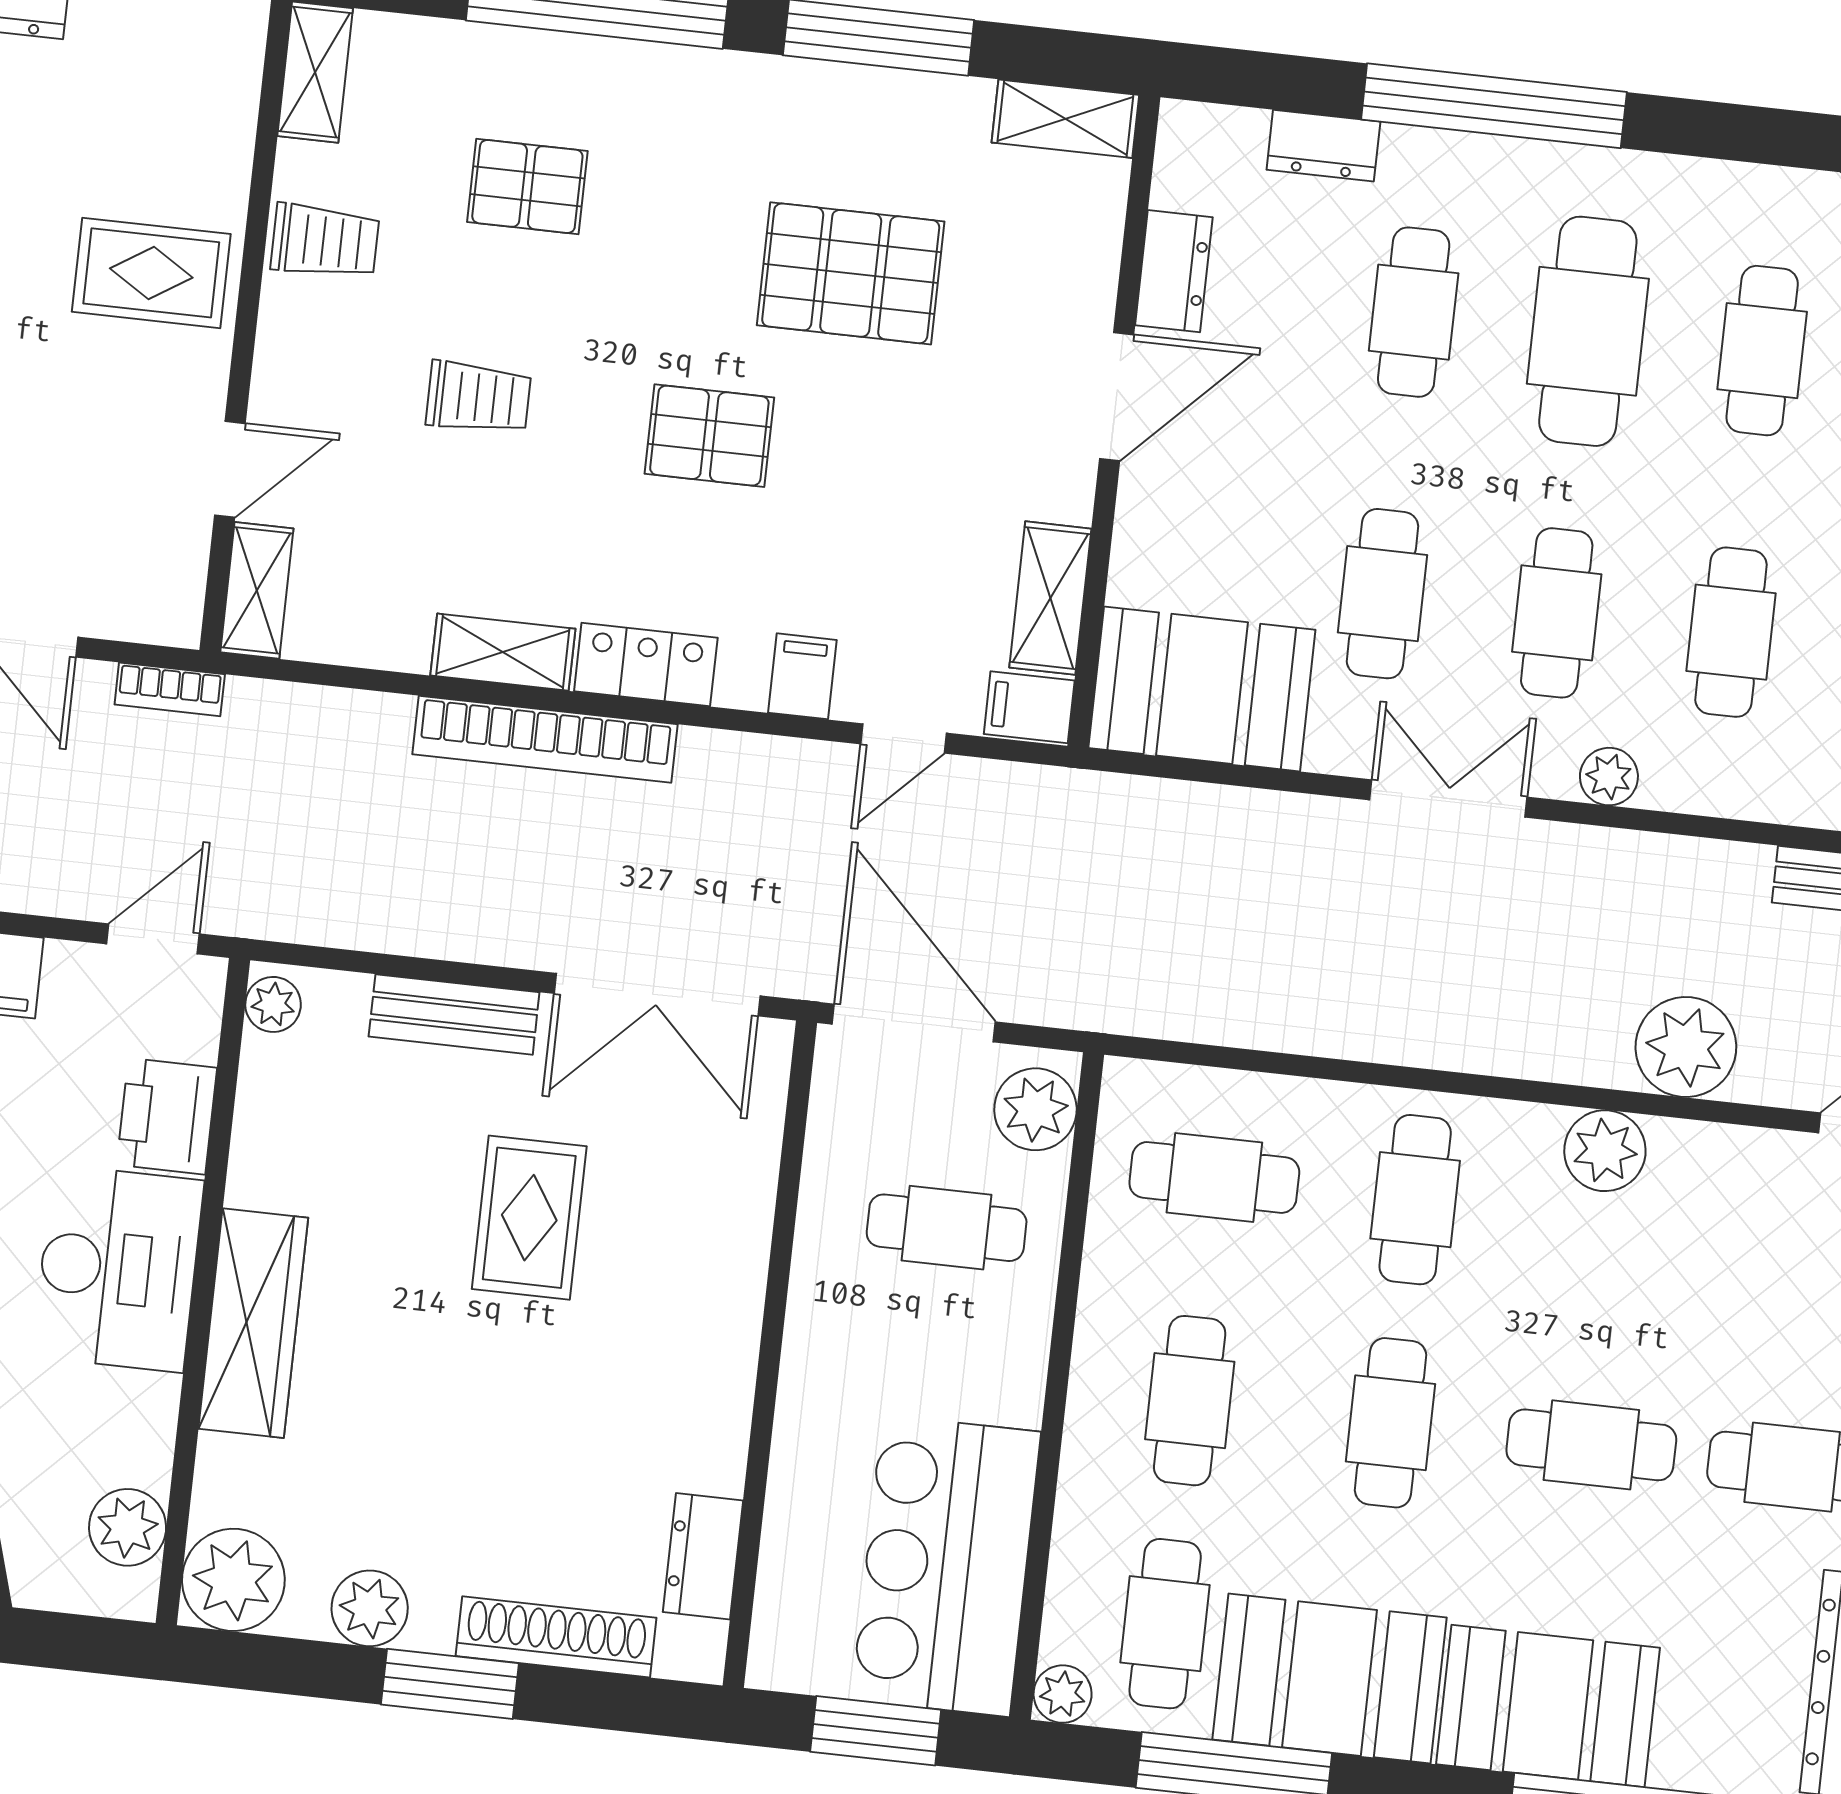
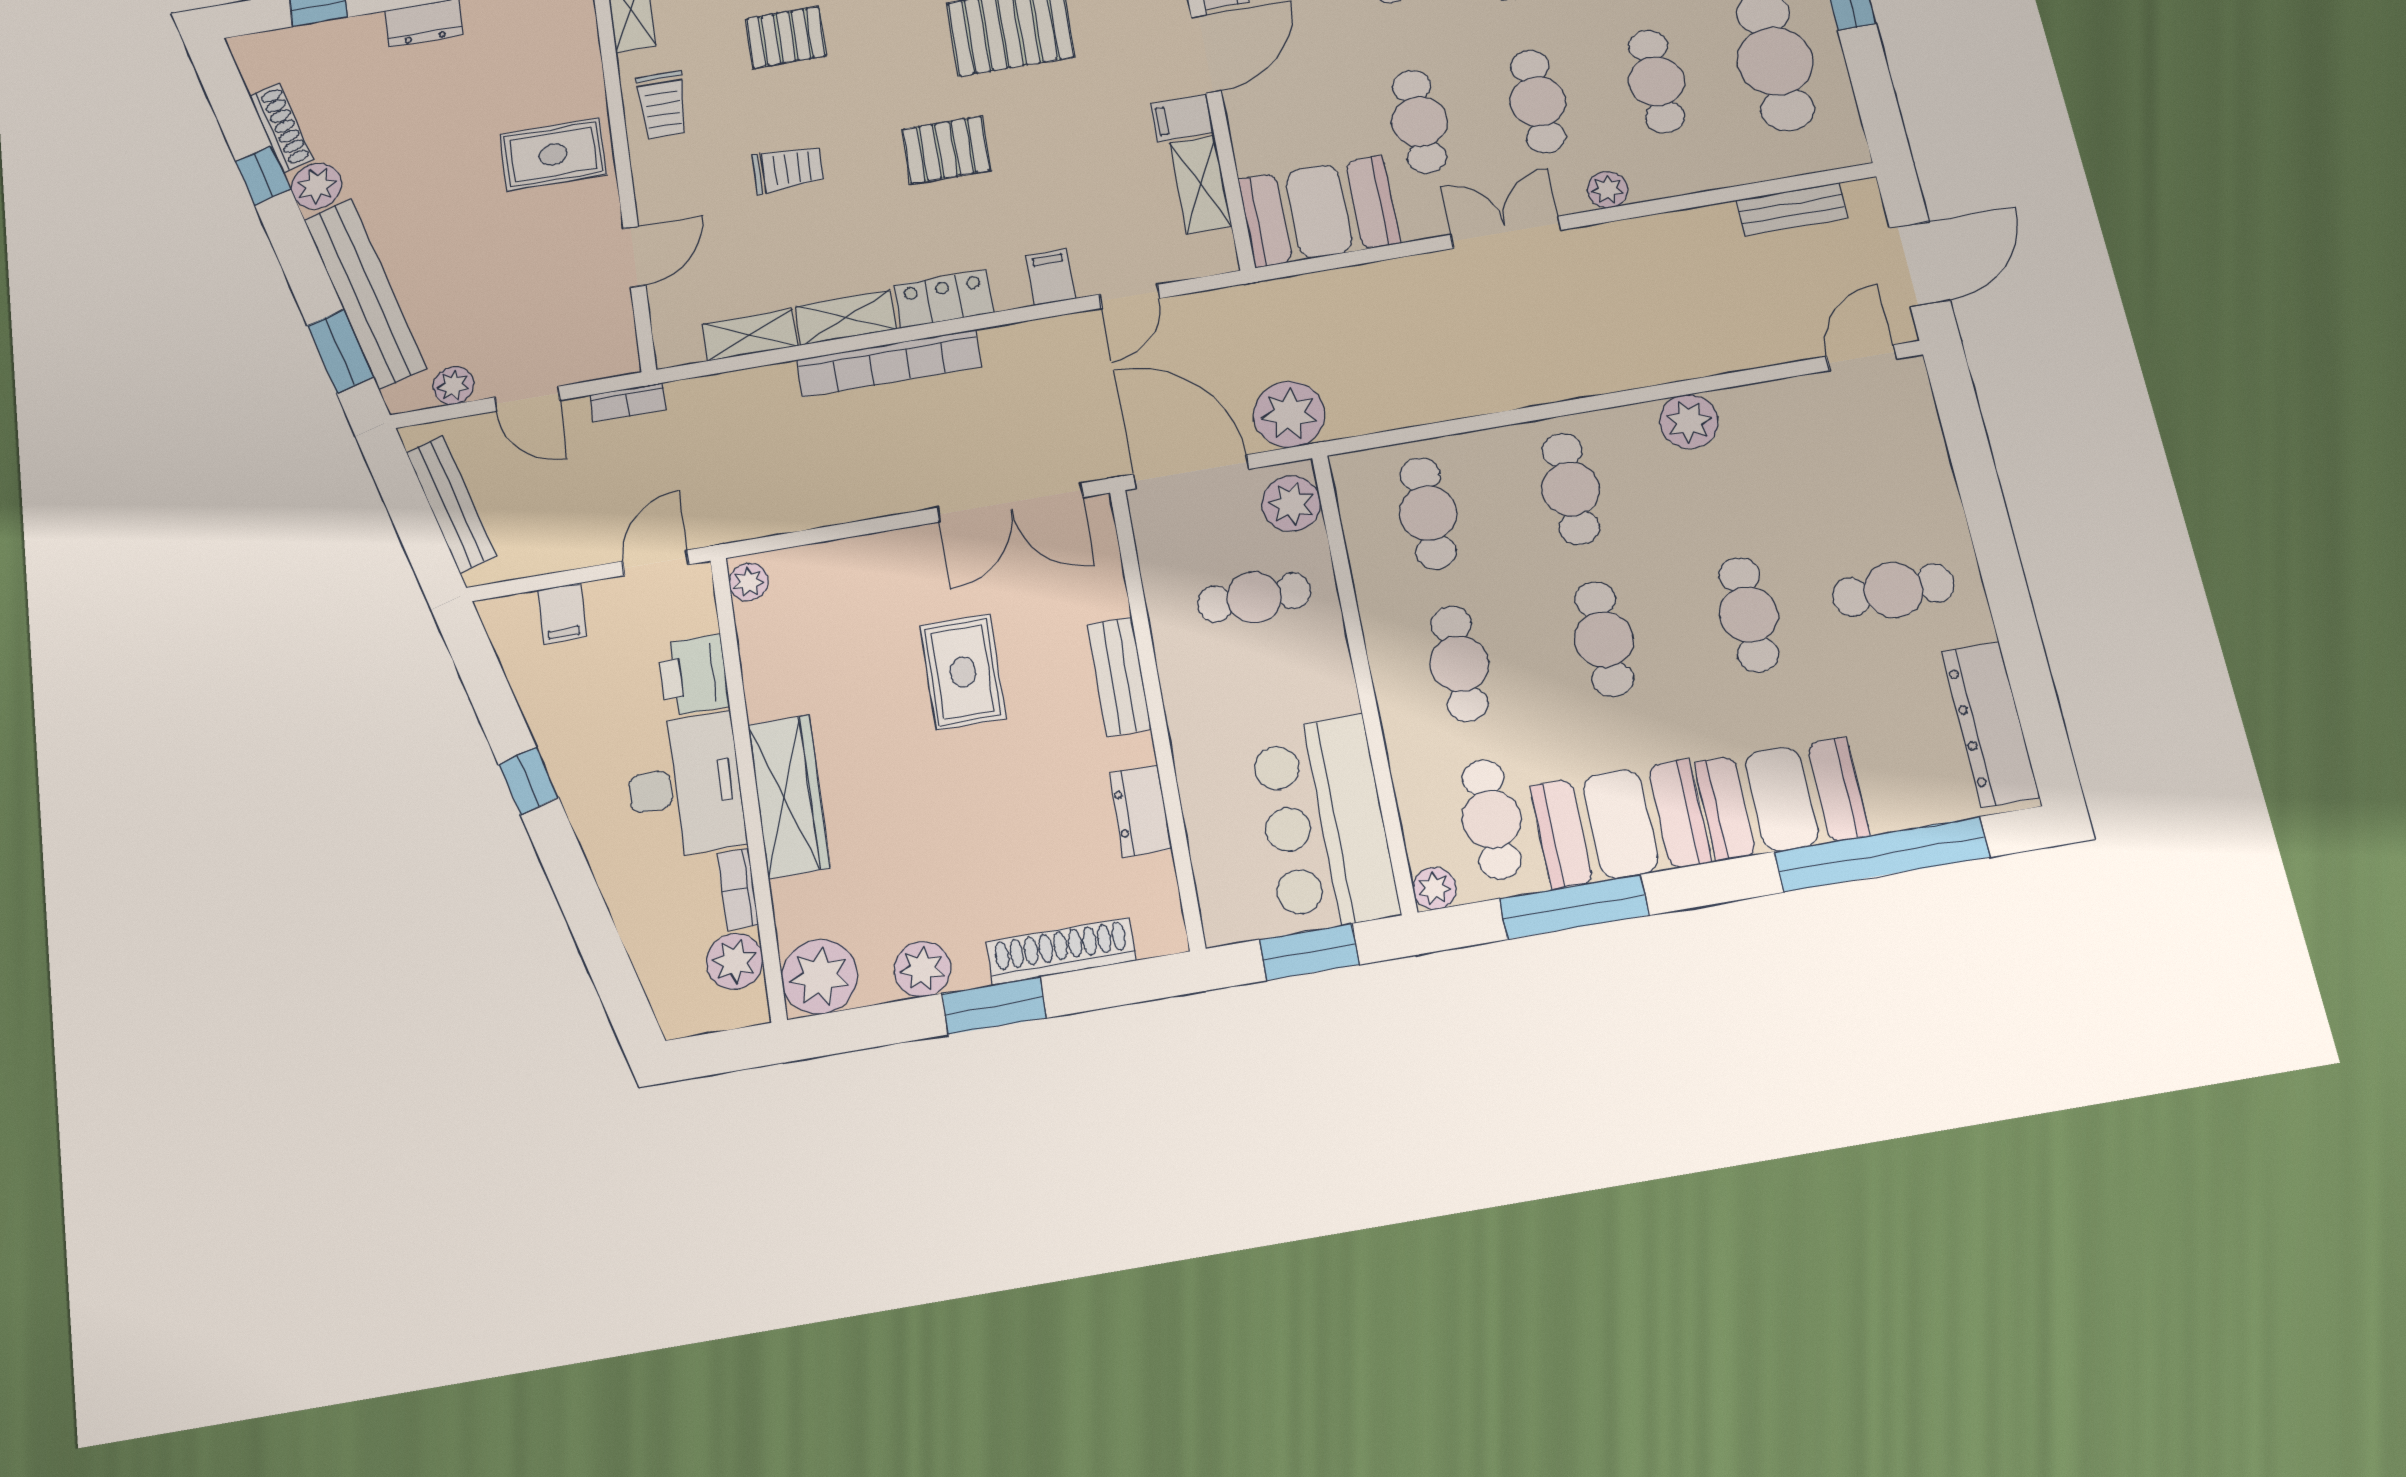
trolley: (325, 241) -> (662, 105), turned 90
shelving: (257, 590) -> (750, 335), moved, turned 90
filing cabinet: (1029, 707) -> (1182, 118), moved
bench: (454, 1014) -> (1119, 677), moved, turned 90
plant: (1686, 1047) -> (1289, 414), moved
cafe table: (1214, 1177) -> (1428, 513), turned 90
bookcase: (155, 1431) -> (738, 889), added
cafe table: (1591, 1445) -> (1749, 615), turned 90
dresser: (703, 1556) -> (1141, 811), moved

